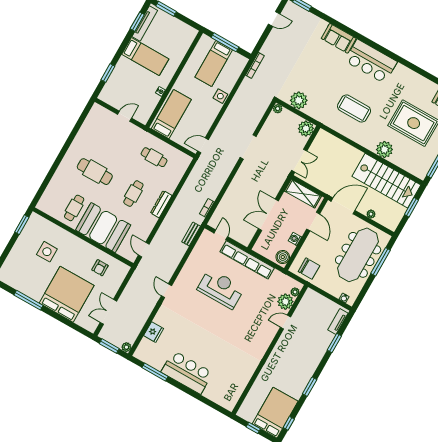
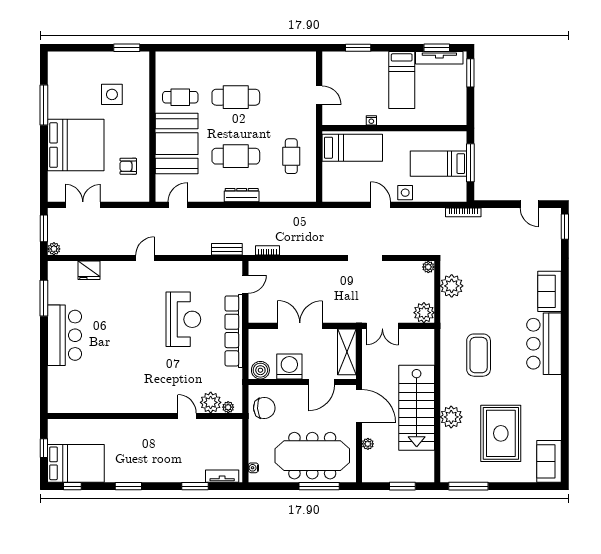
door: (203, 145) -> (380, 205), moved
cafe table: (95, 172) -> (236, 97), turned 90
stairs: (386, 181) -> (417, 408), moved
cafe table: (133, 194) -> (236, 156), width x1.37, depth x1.35
washing machine: (295, 239) -> (289, 367), width x1.89, depth x1.89
chair: (309, 269) -> (264, 408), turned -94

